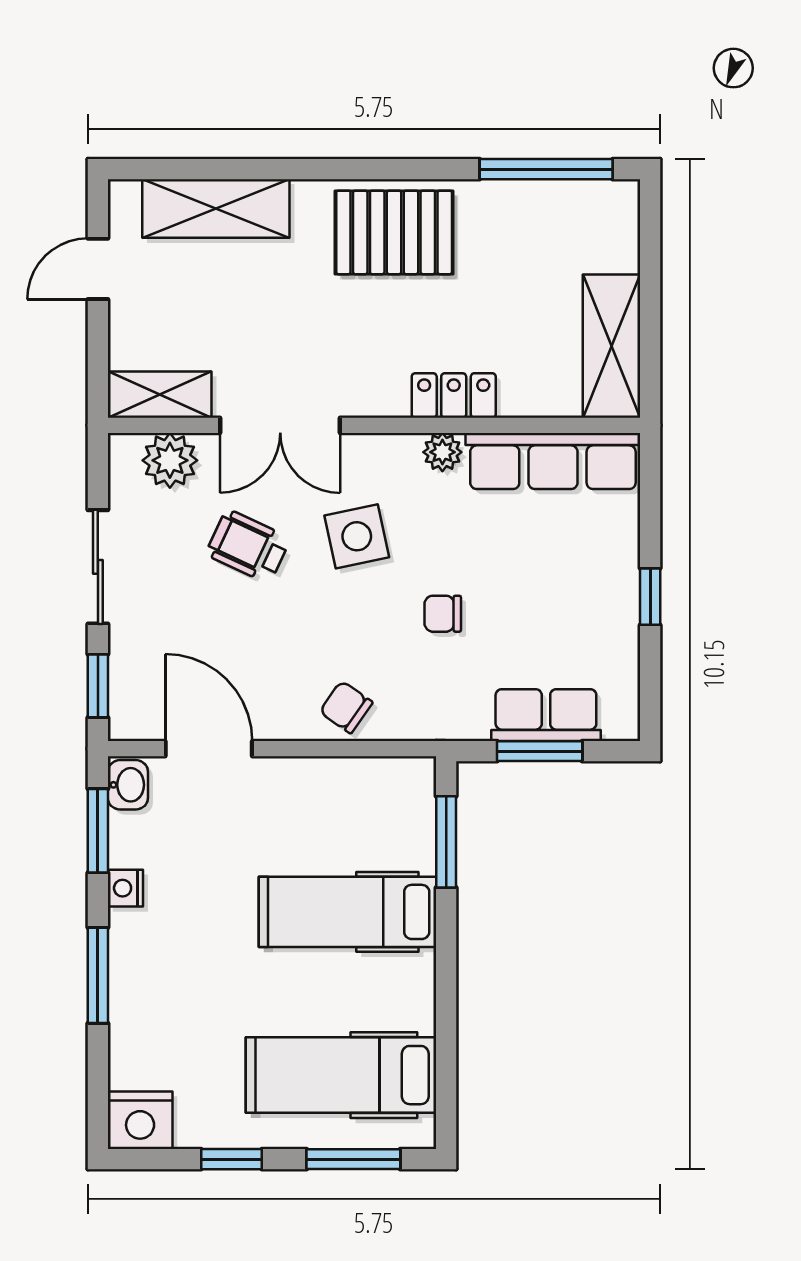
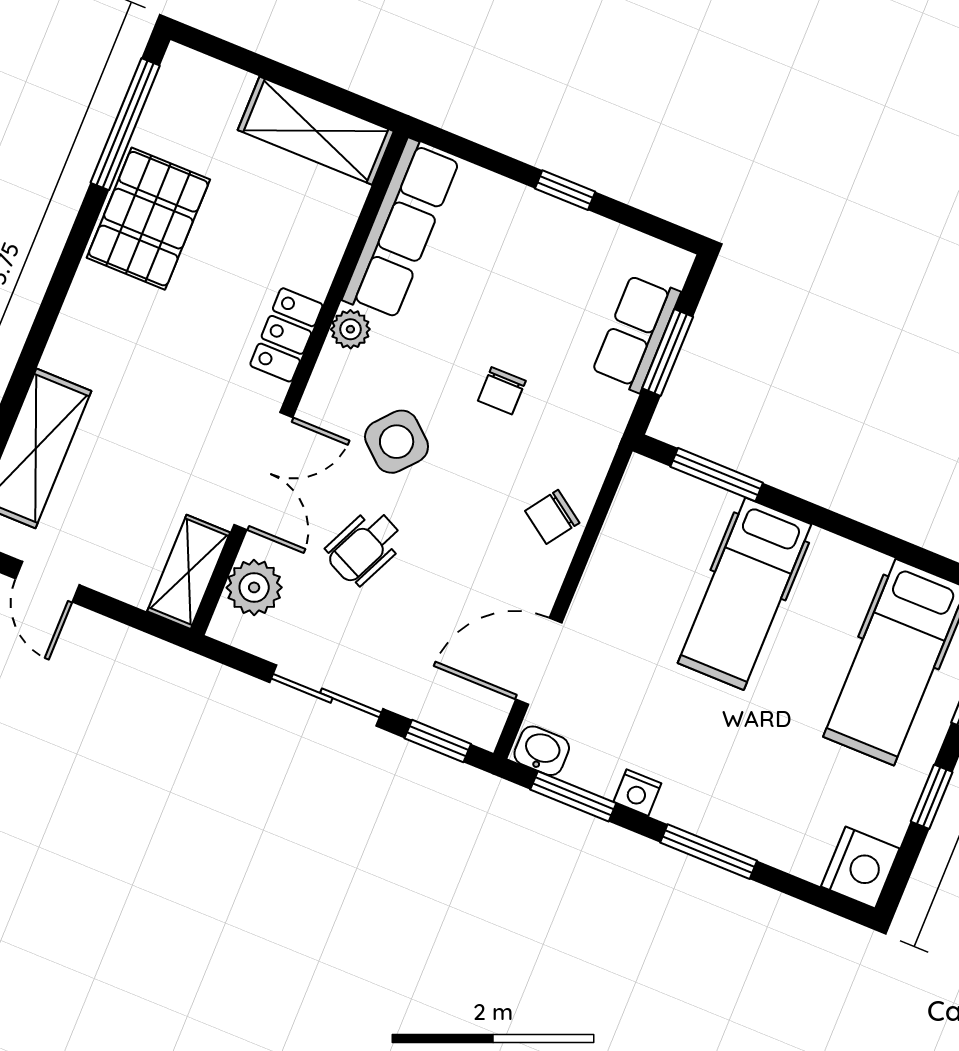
pallet: (394, 232) -> (148, 219), moved
locker: (454, 395) -> (286, 335), moved
side table: (357, 536) -> (397, 442), turned -37

